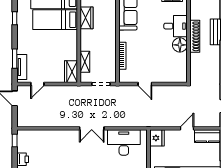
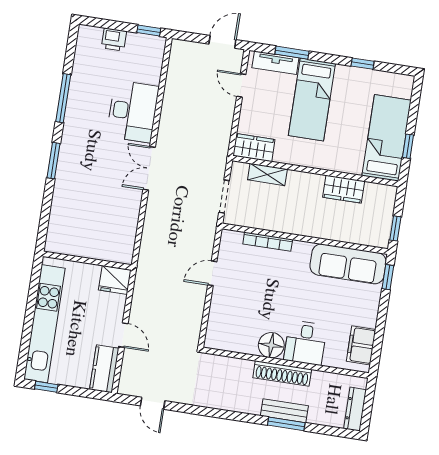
bed: (55, 20) -> (312, 100), moved, turned 180
desk: (124, 142) -> (133, 111), moved

